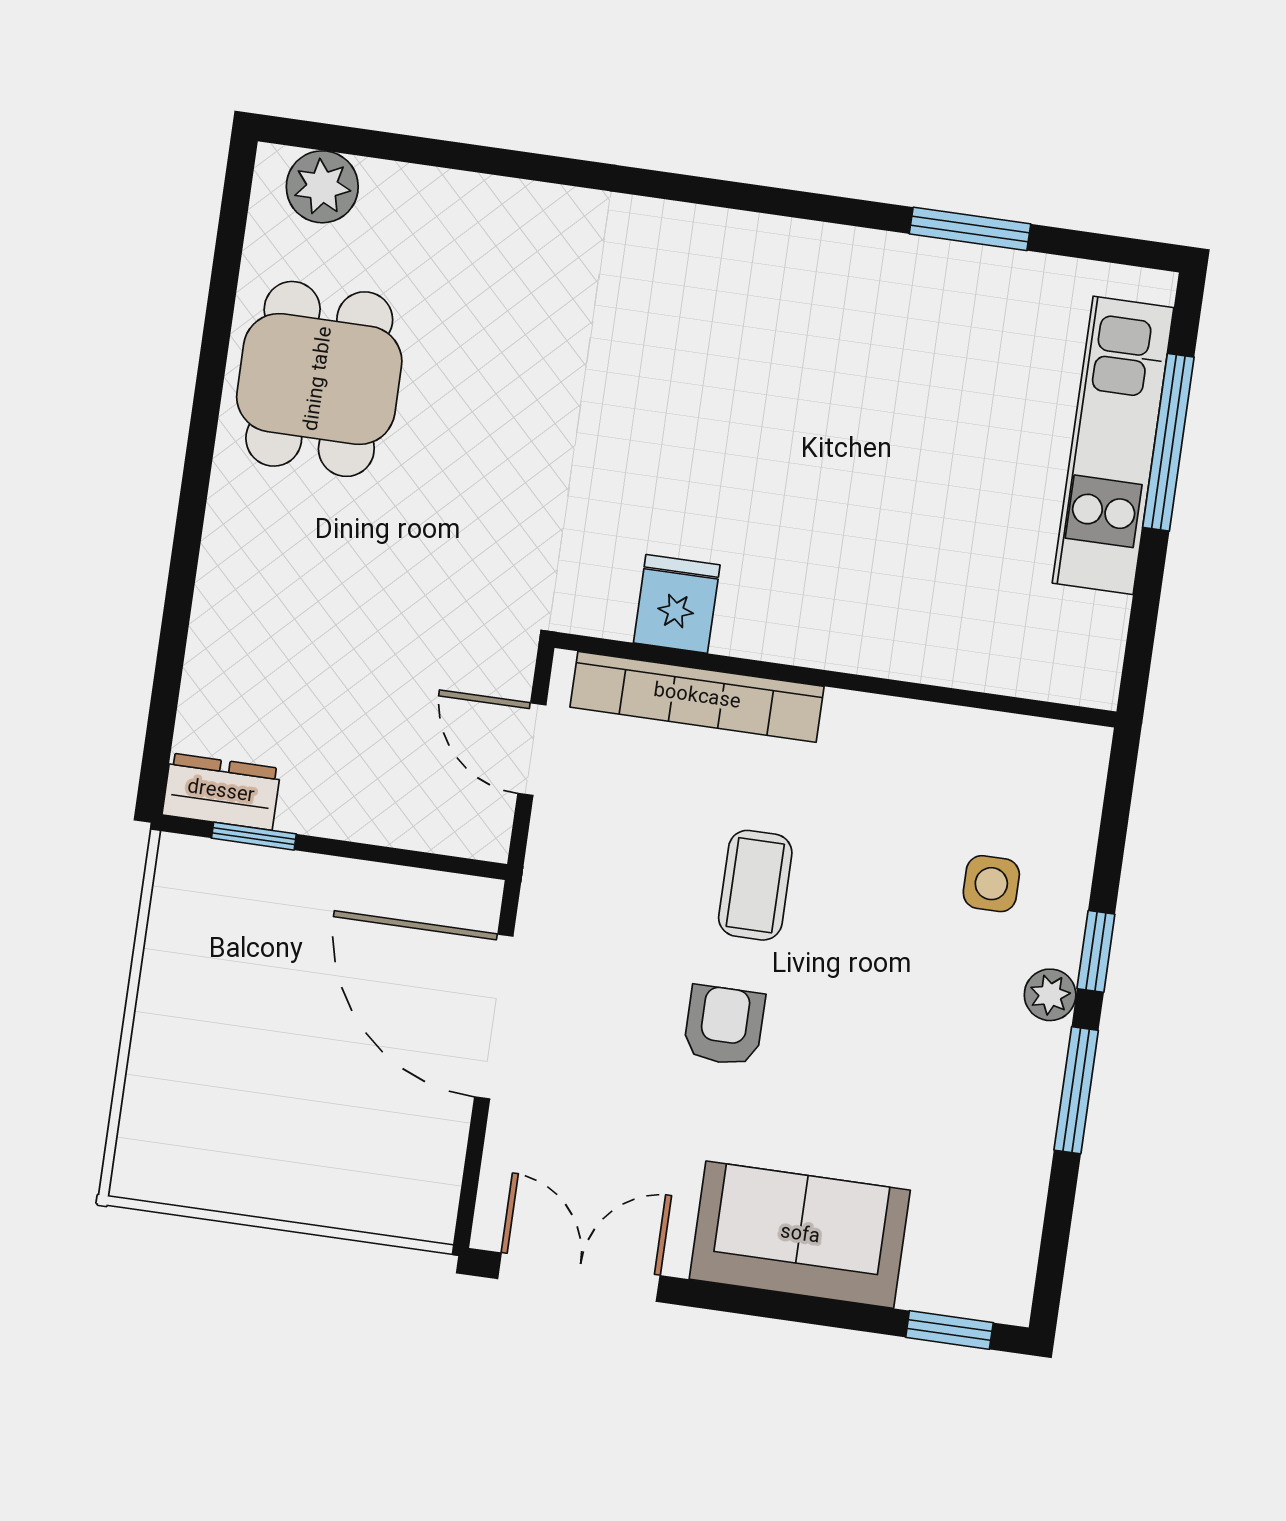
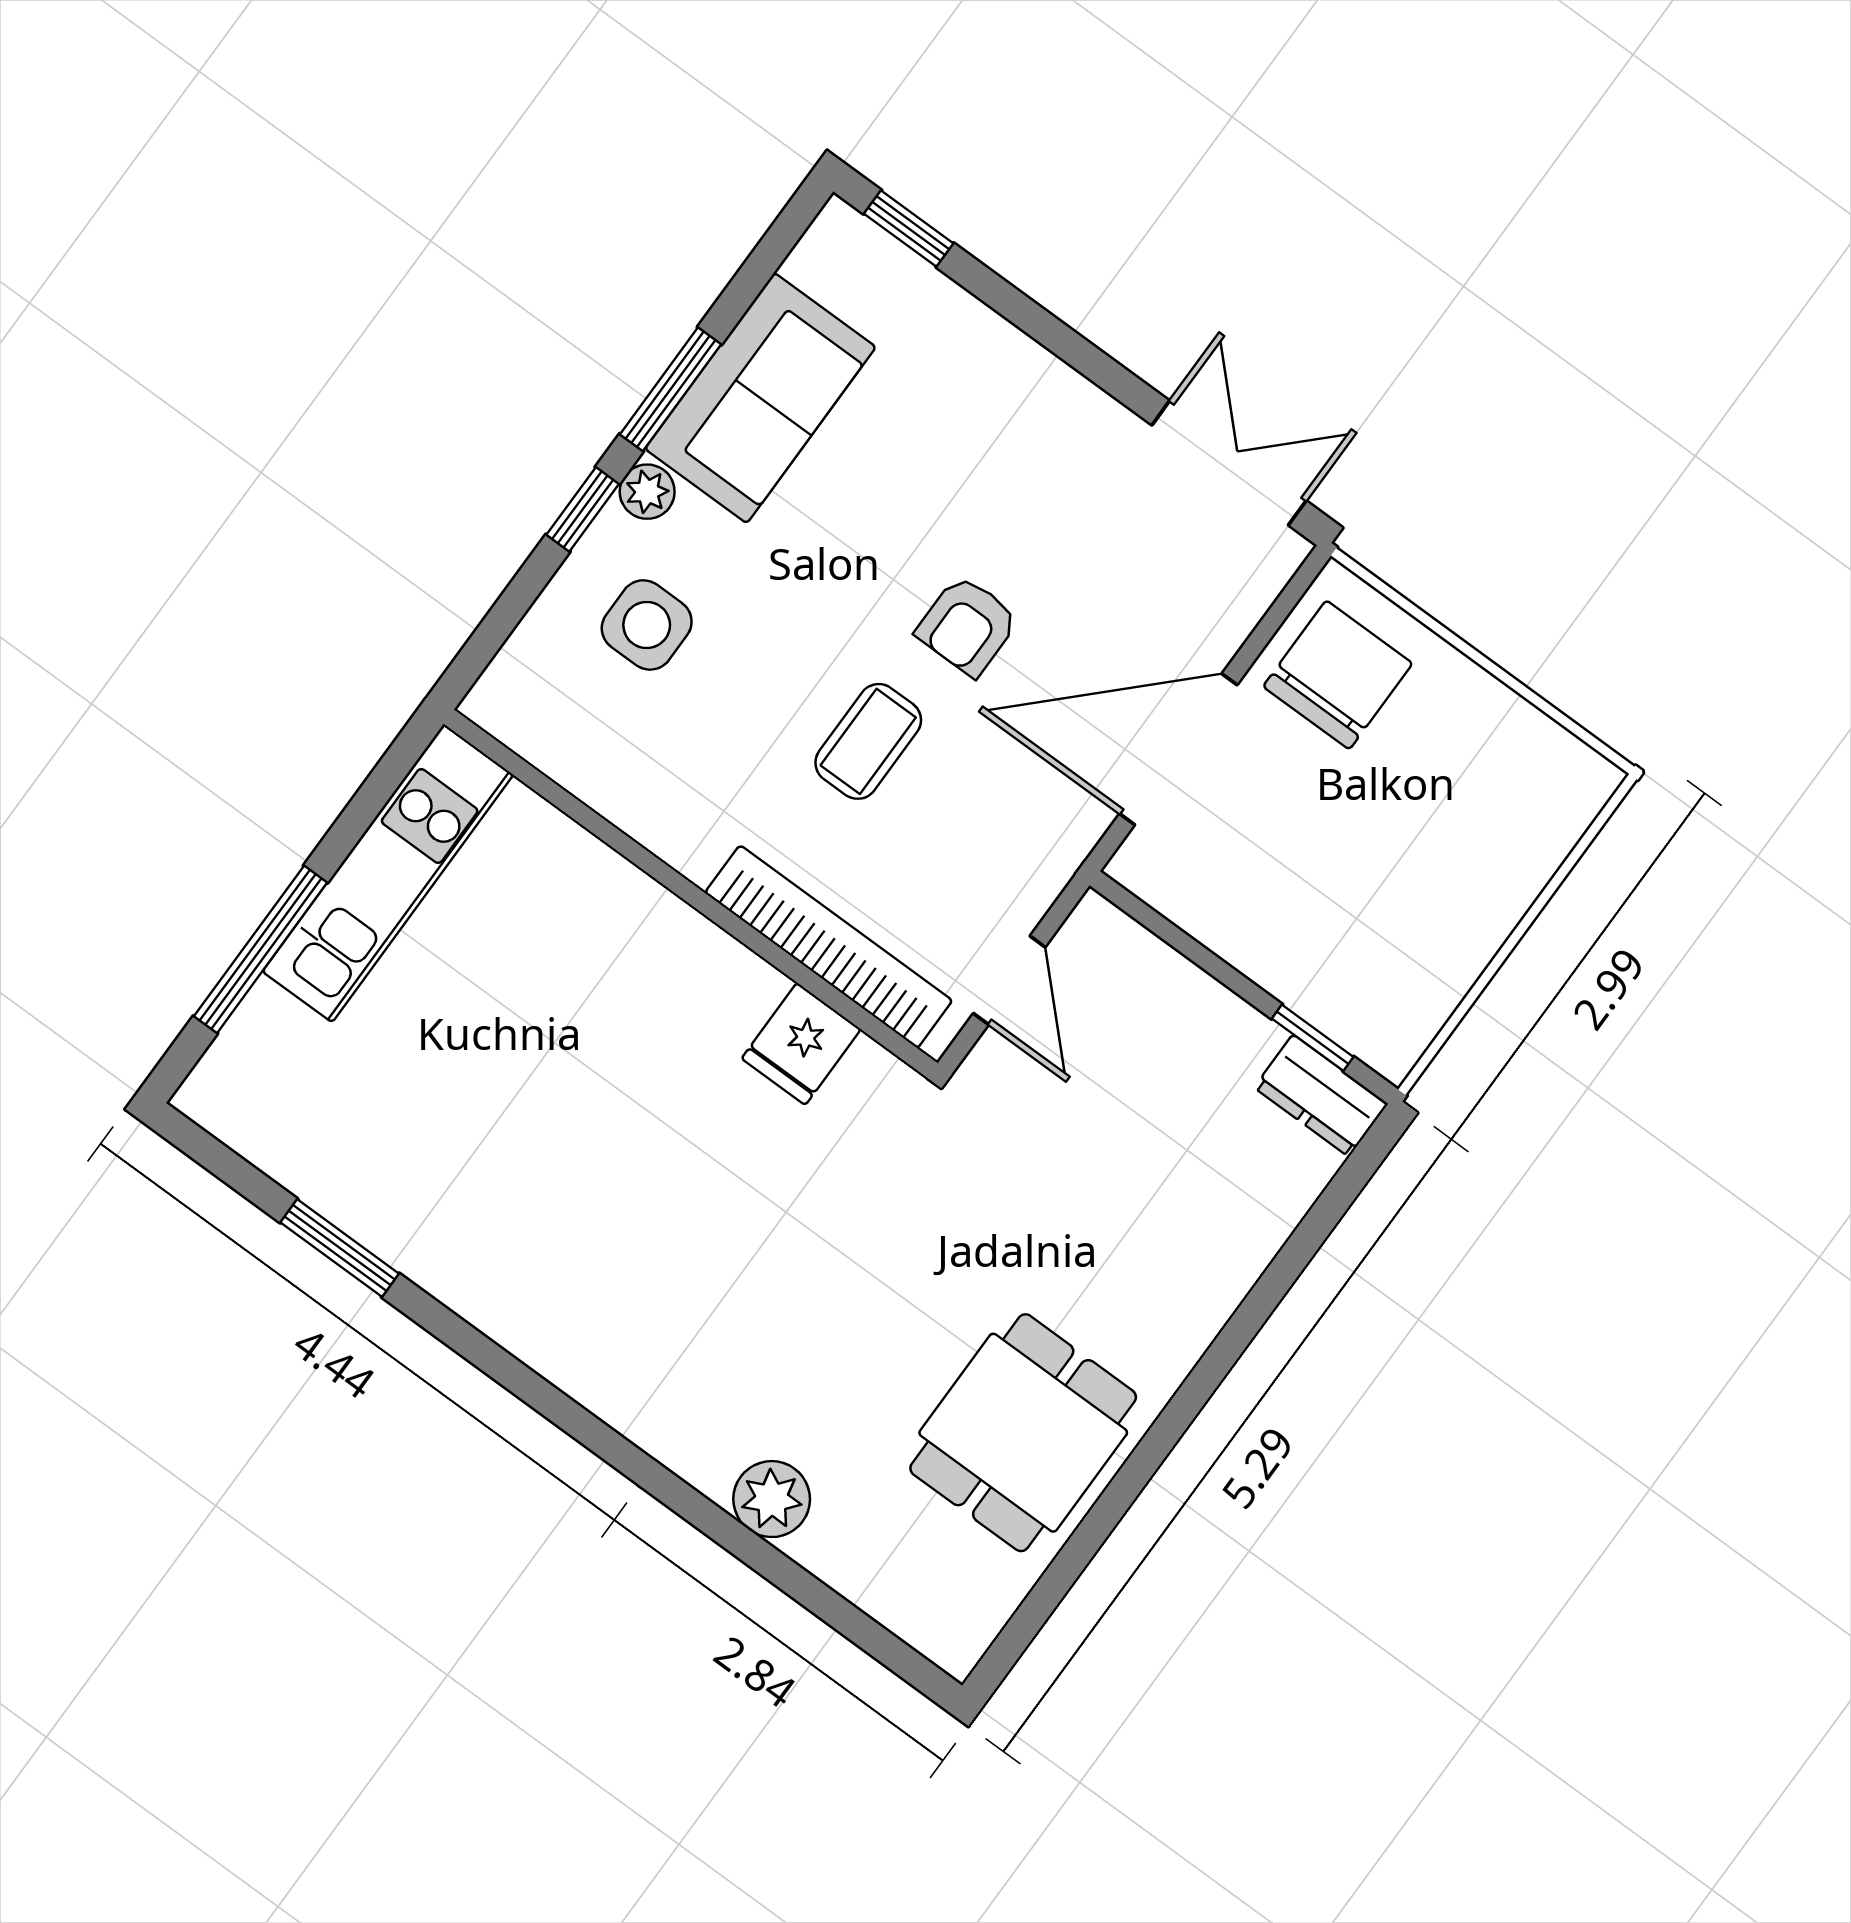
plant: (322, 187) -> (772, 1499), moved
kitchen unit: (1113, 445) -> (388, 873), moved
side table: (991, 884) -> (647, 625), width x1.37, depth x1.37
door: (494, 1016) -> (1178, 749), swing flipped
chair: (394, 1149) -> (1338, 675), added
sofa: (800, 1235) -> (760, 398), moved, turned -90
double door: (579, 1277) -> (1229, 463), swing flipped

